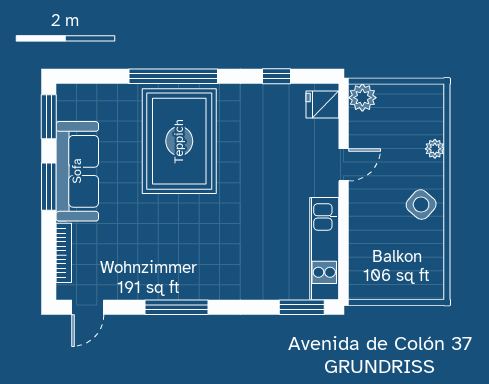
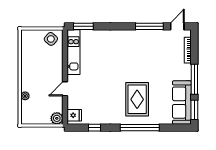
rug: (179, 141) -> (137, 99), width x0.73, depth x0.69
sofa: (77, 171) -> (182, 103), moved
window: (49, 187) -> (194, 79), width x1.44
side table: (421, 205) -> (51, 39), moved
window: (177, 307) -> (149, 26), moved

